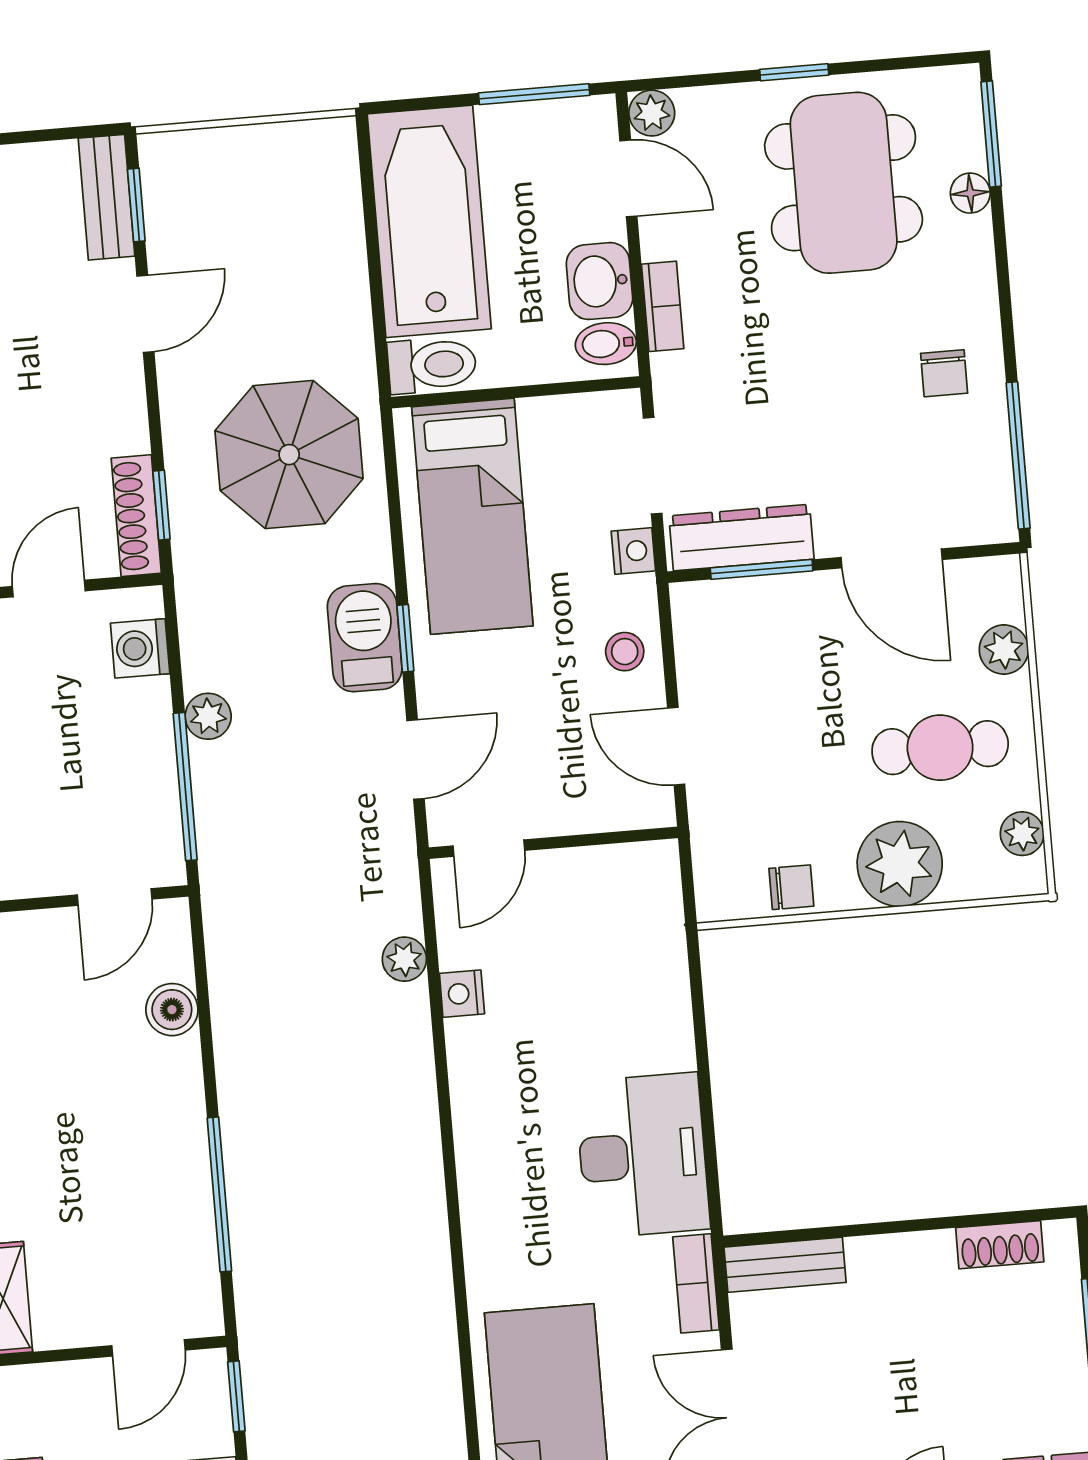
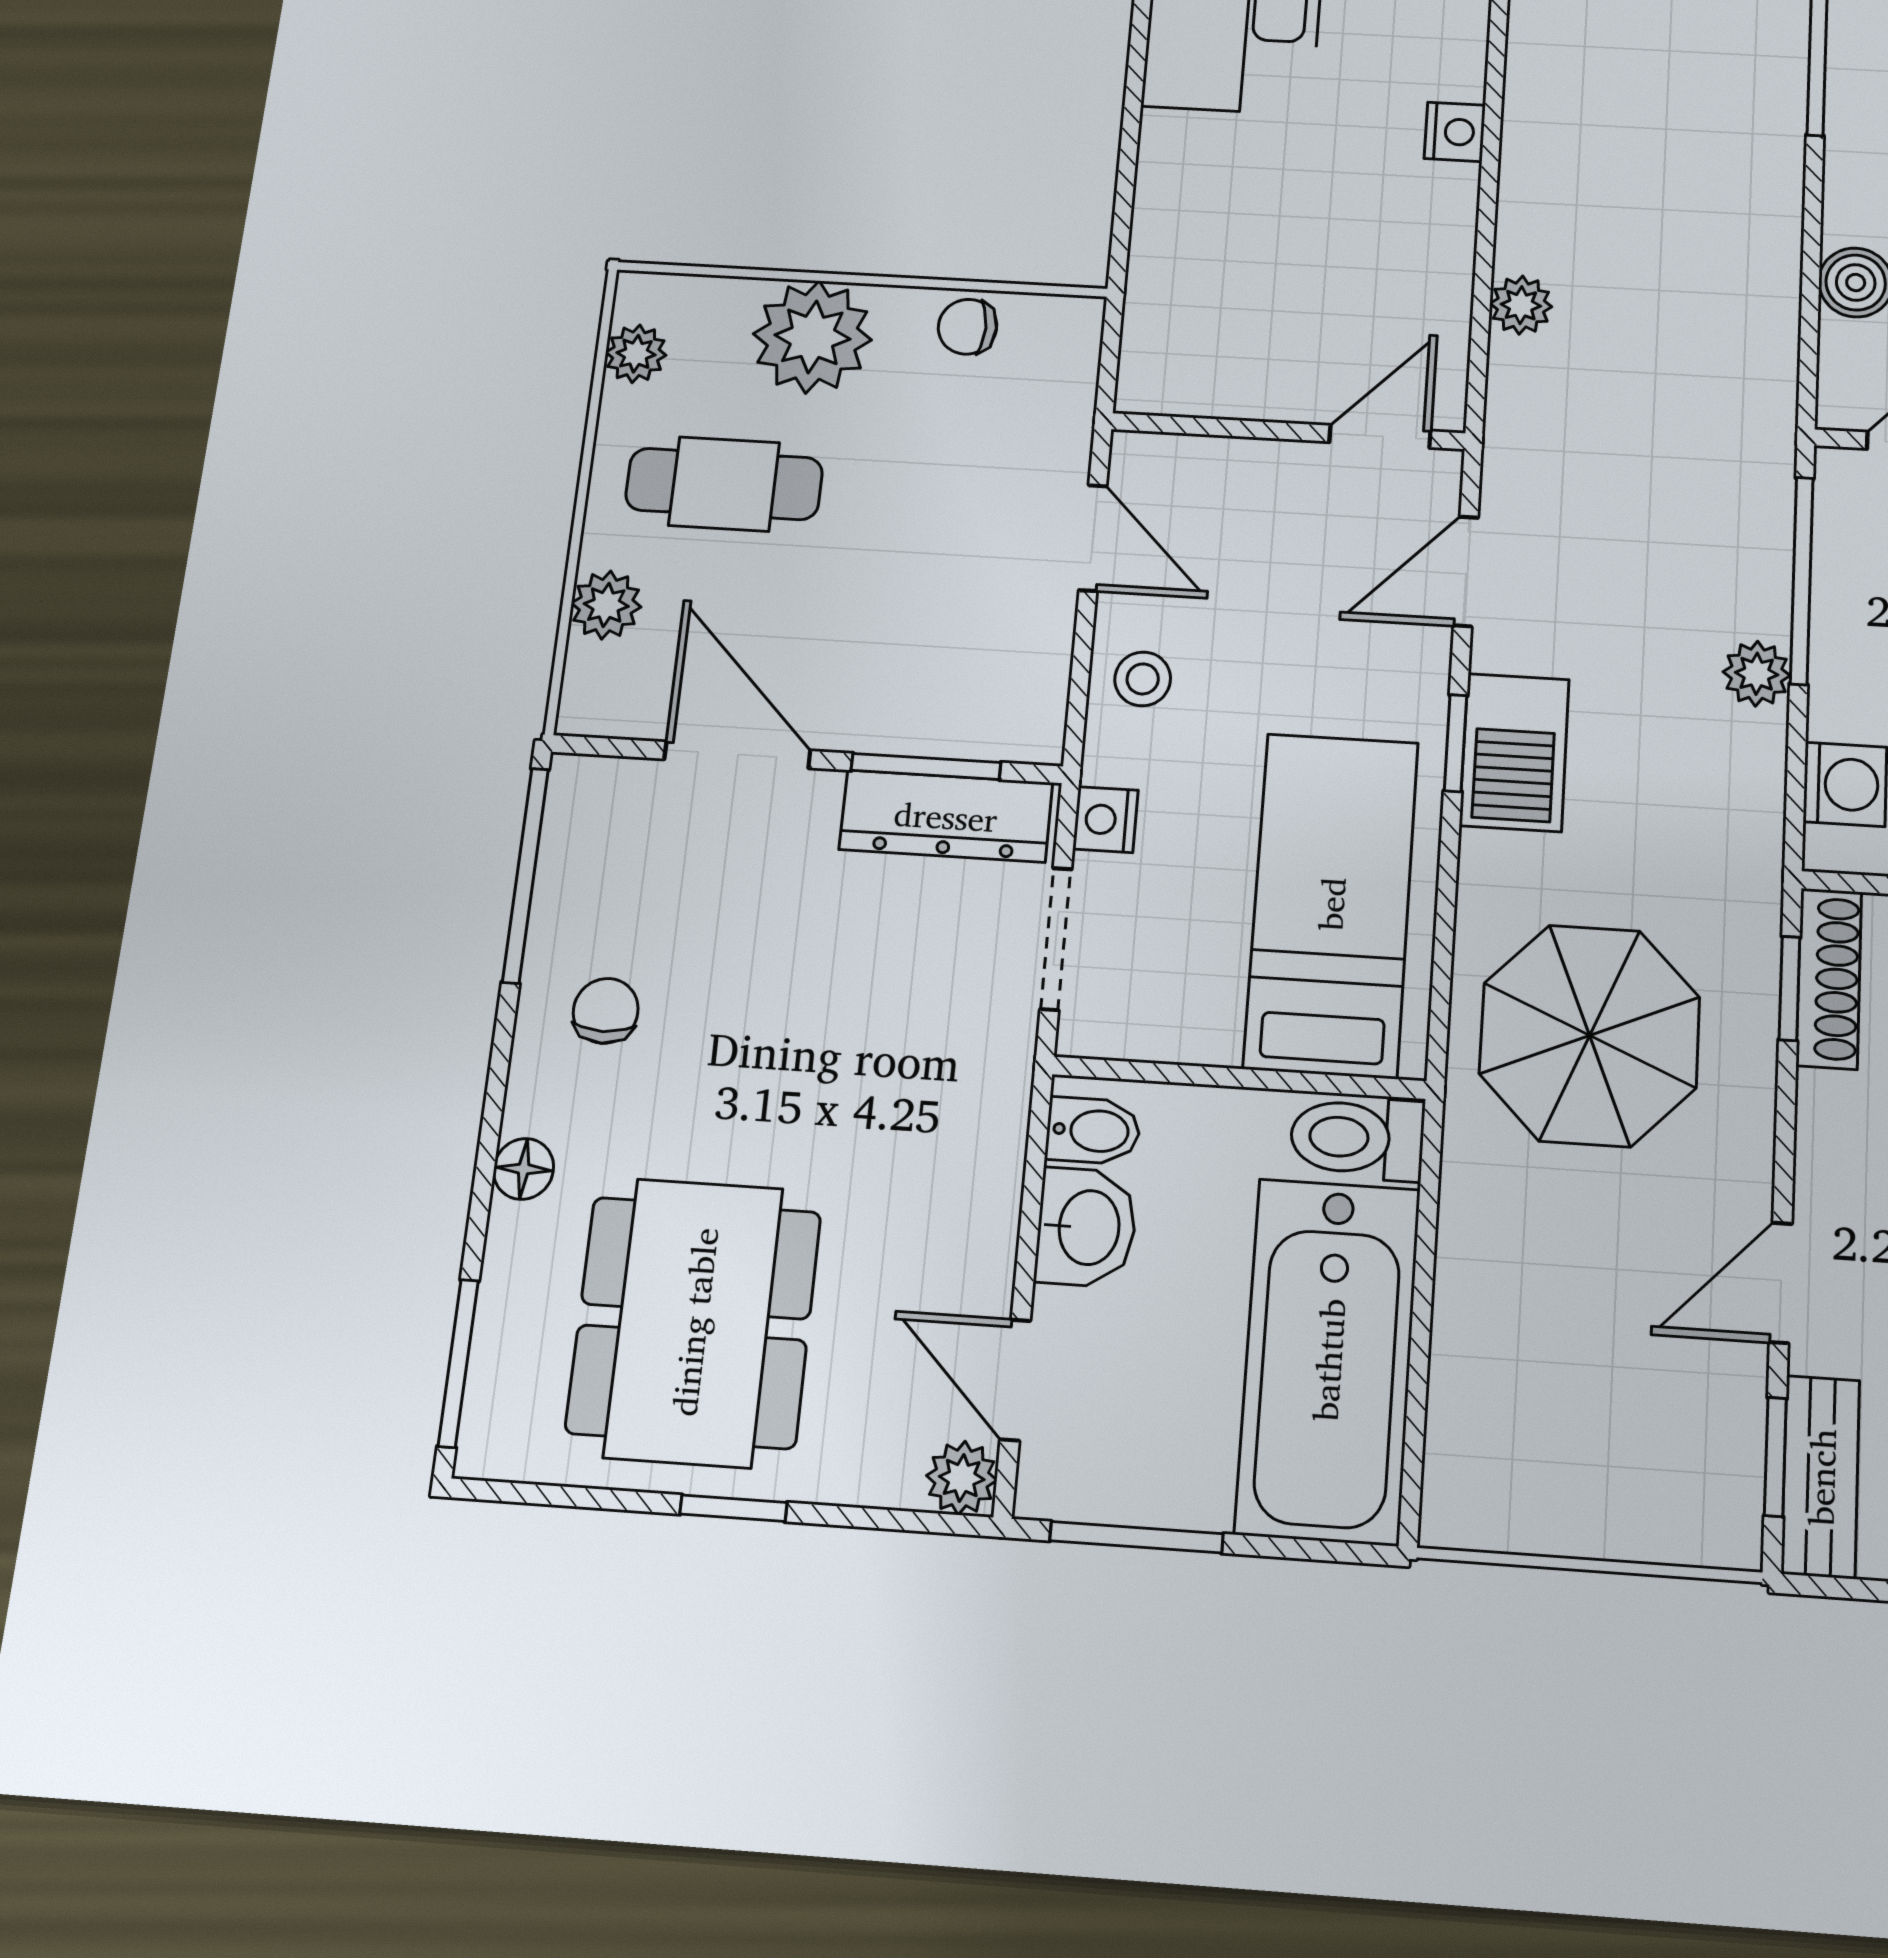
floor lamp: (970, 193) -> (524, 1169), moved
bookcase: (663, 306) -> (999, 1174), removed
nightstand: (462, 994) -> (1455, 132), moved

